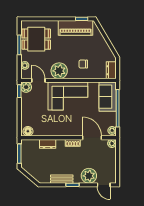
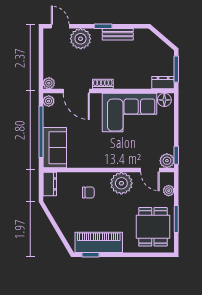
dining table: (36, 39) -> (153, 227), turned 90
corner sofa: (68, 96) -> (129, 113), moved, turned 180
dresser: (48, 144) -> (163, 83), moved

